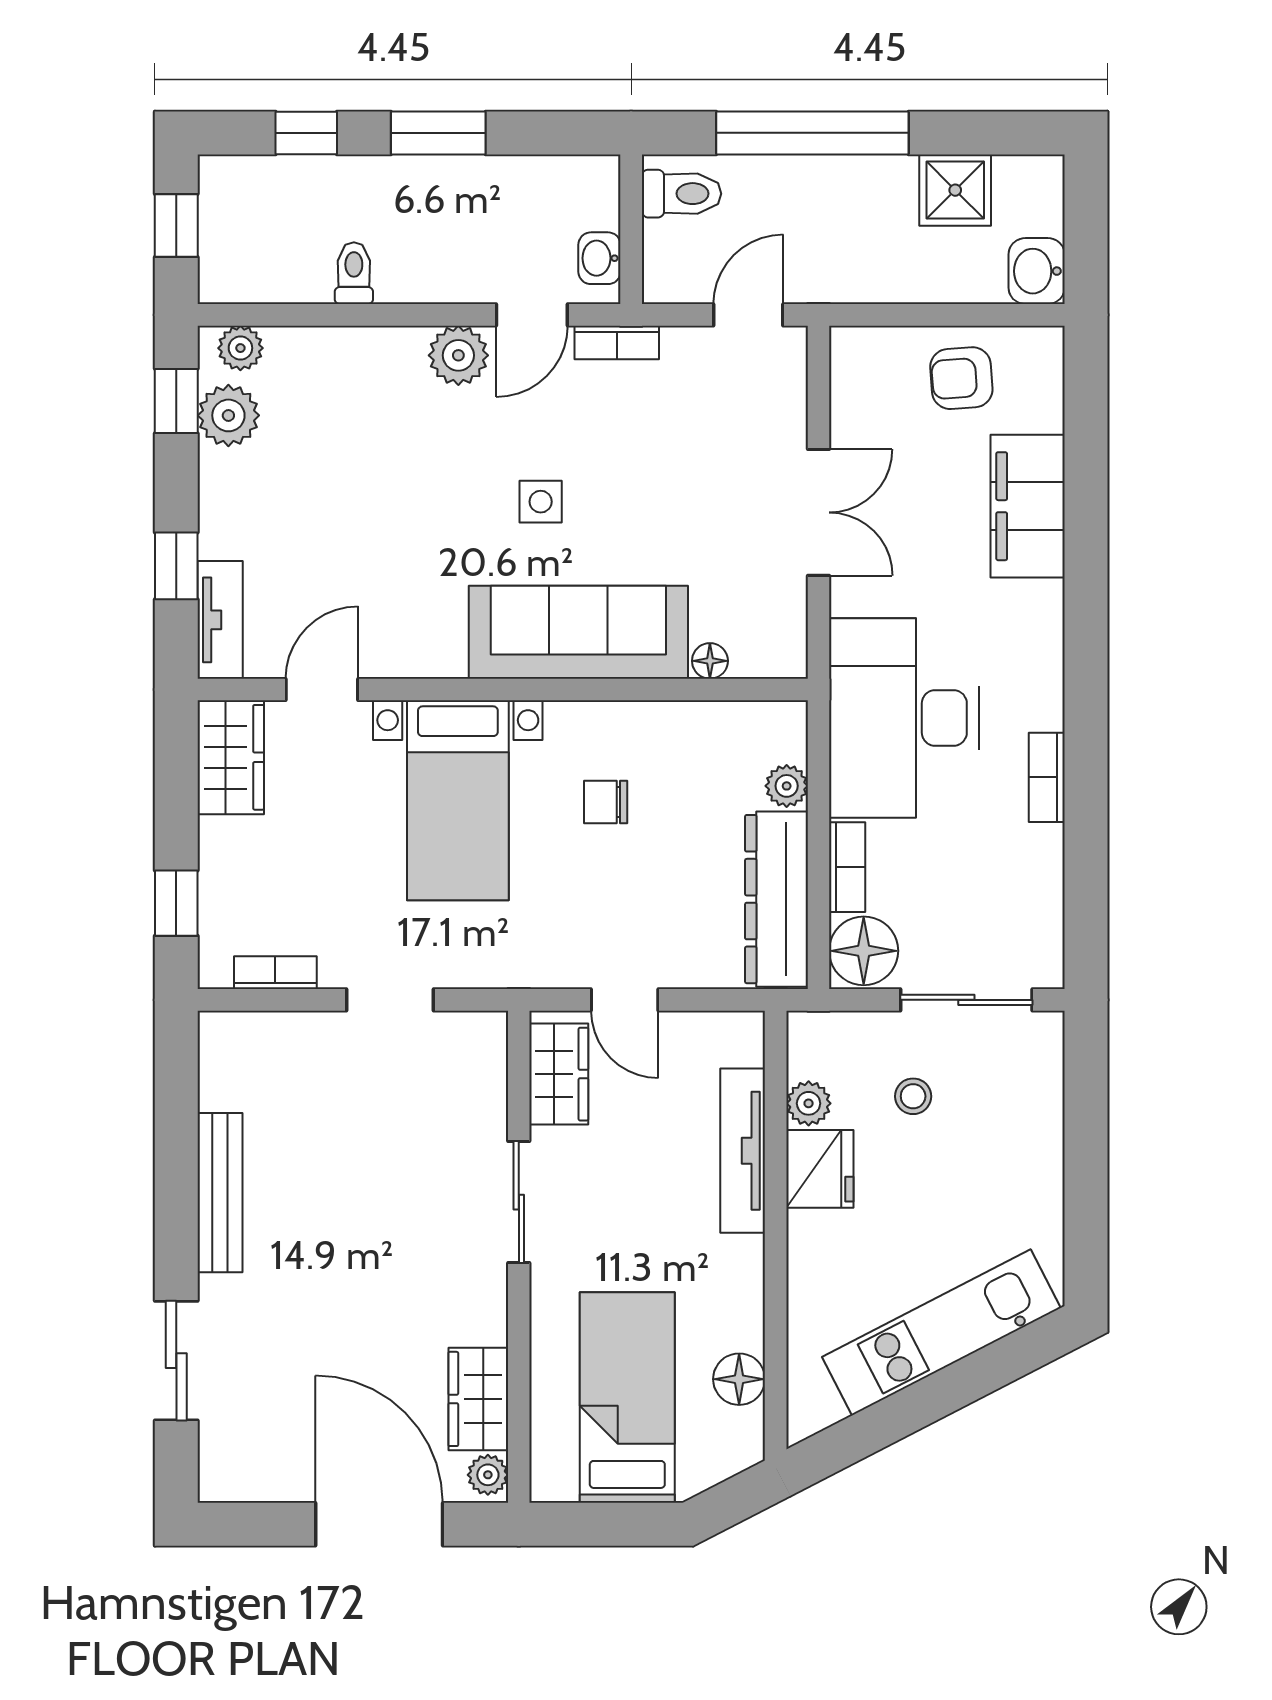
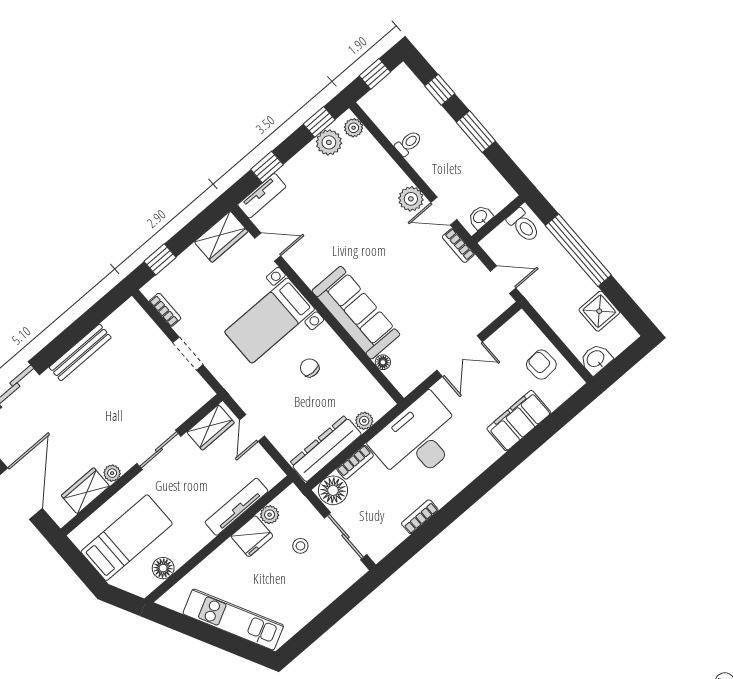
side table: (541, 502) -> (387, 265), removed
bookcase: (1047, 777) -> (420, 517), moved
plant: (488, 1475) -> (112, 473), moved

